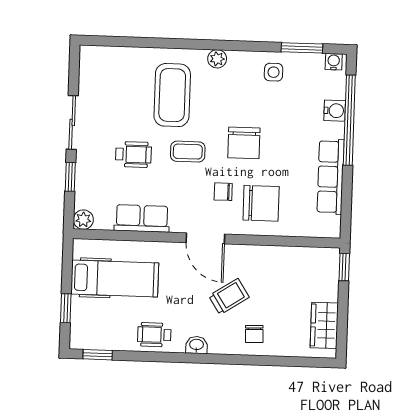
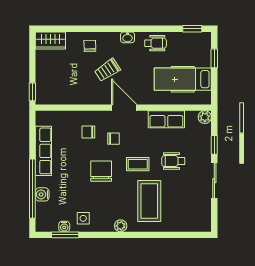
water cooler: (334, 62) -> (64, 227), moved
chair: (261, 203) -> (88, 132), width x0.54, depth x0.54
wardrobe: (324, 325) -> (50, 40), moved, turned 90

